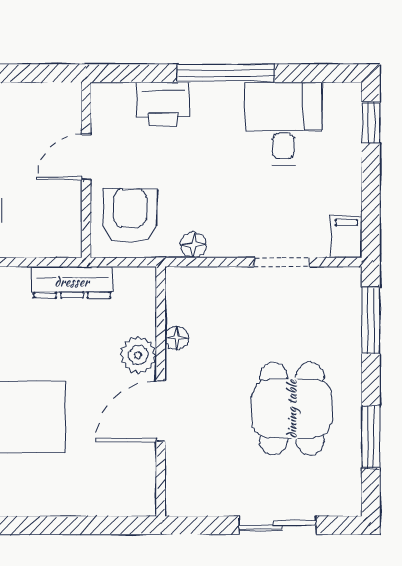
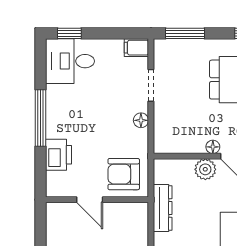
desk: (283, 124) -> (70, 61), moved
floor lamp: (194, 245) -> (141, 120), moved
floor lamp: (177, 338) -> (213, 147), moved

